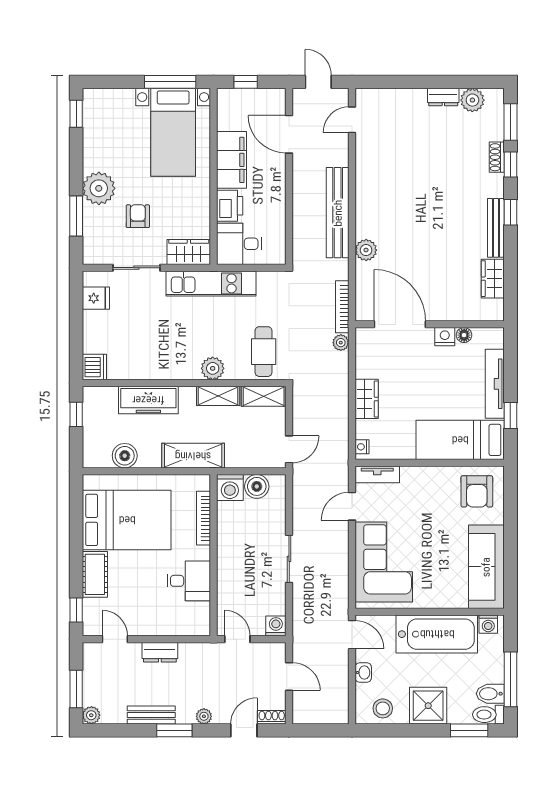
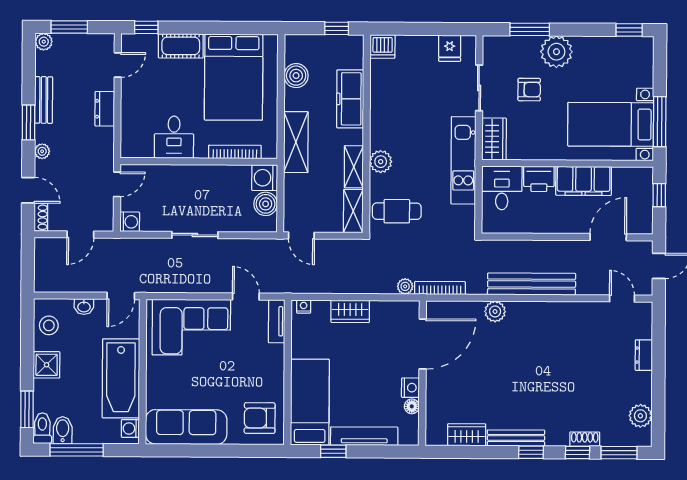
dresser: (443, 97) -> (644, 355), moved
shower: (428, 706) -> (47, 365), width x0.73, depth x0.73

